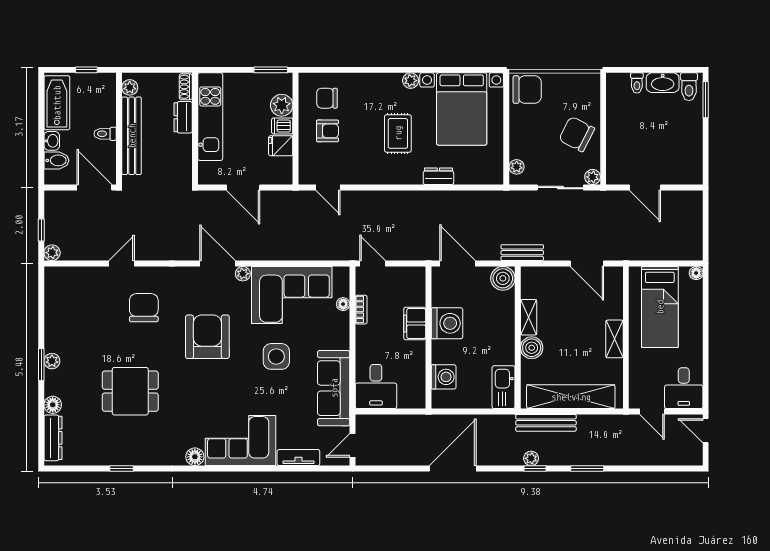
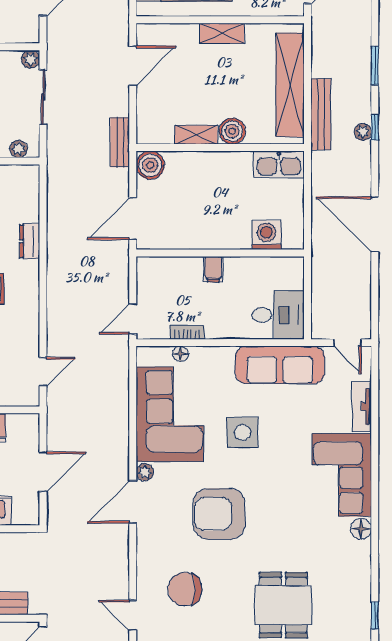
filing cabinet: (415, 323) -> (213, 269), width x0.50
washing machine: (447, 323) -> (203, 231), removed

